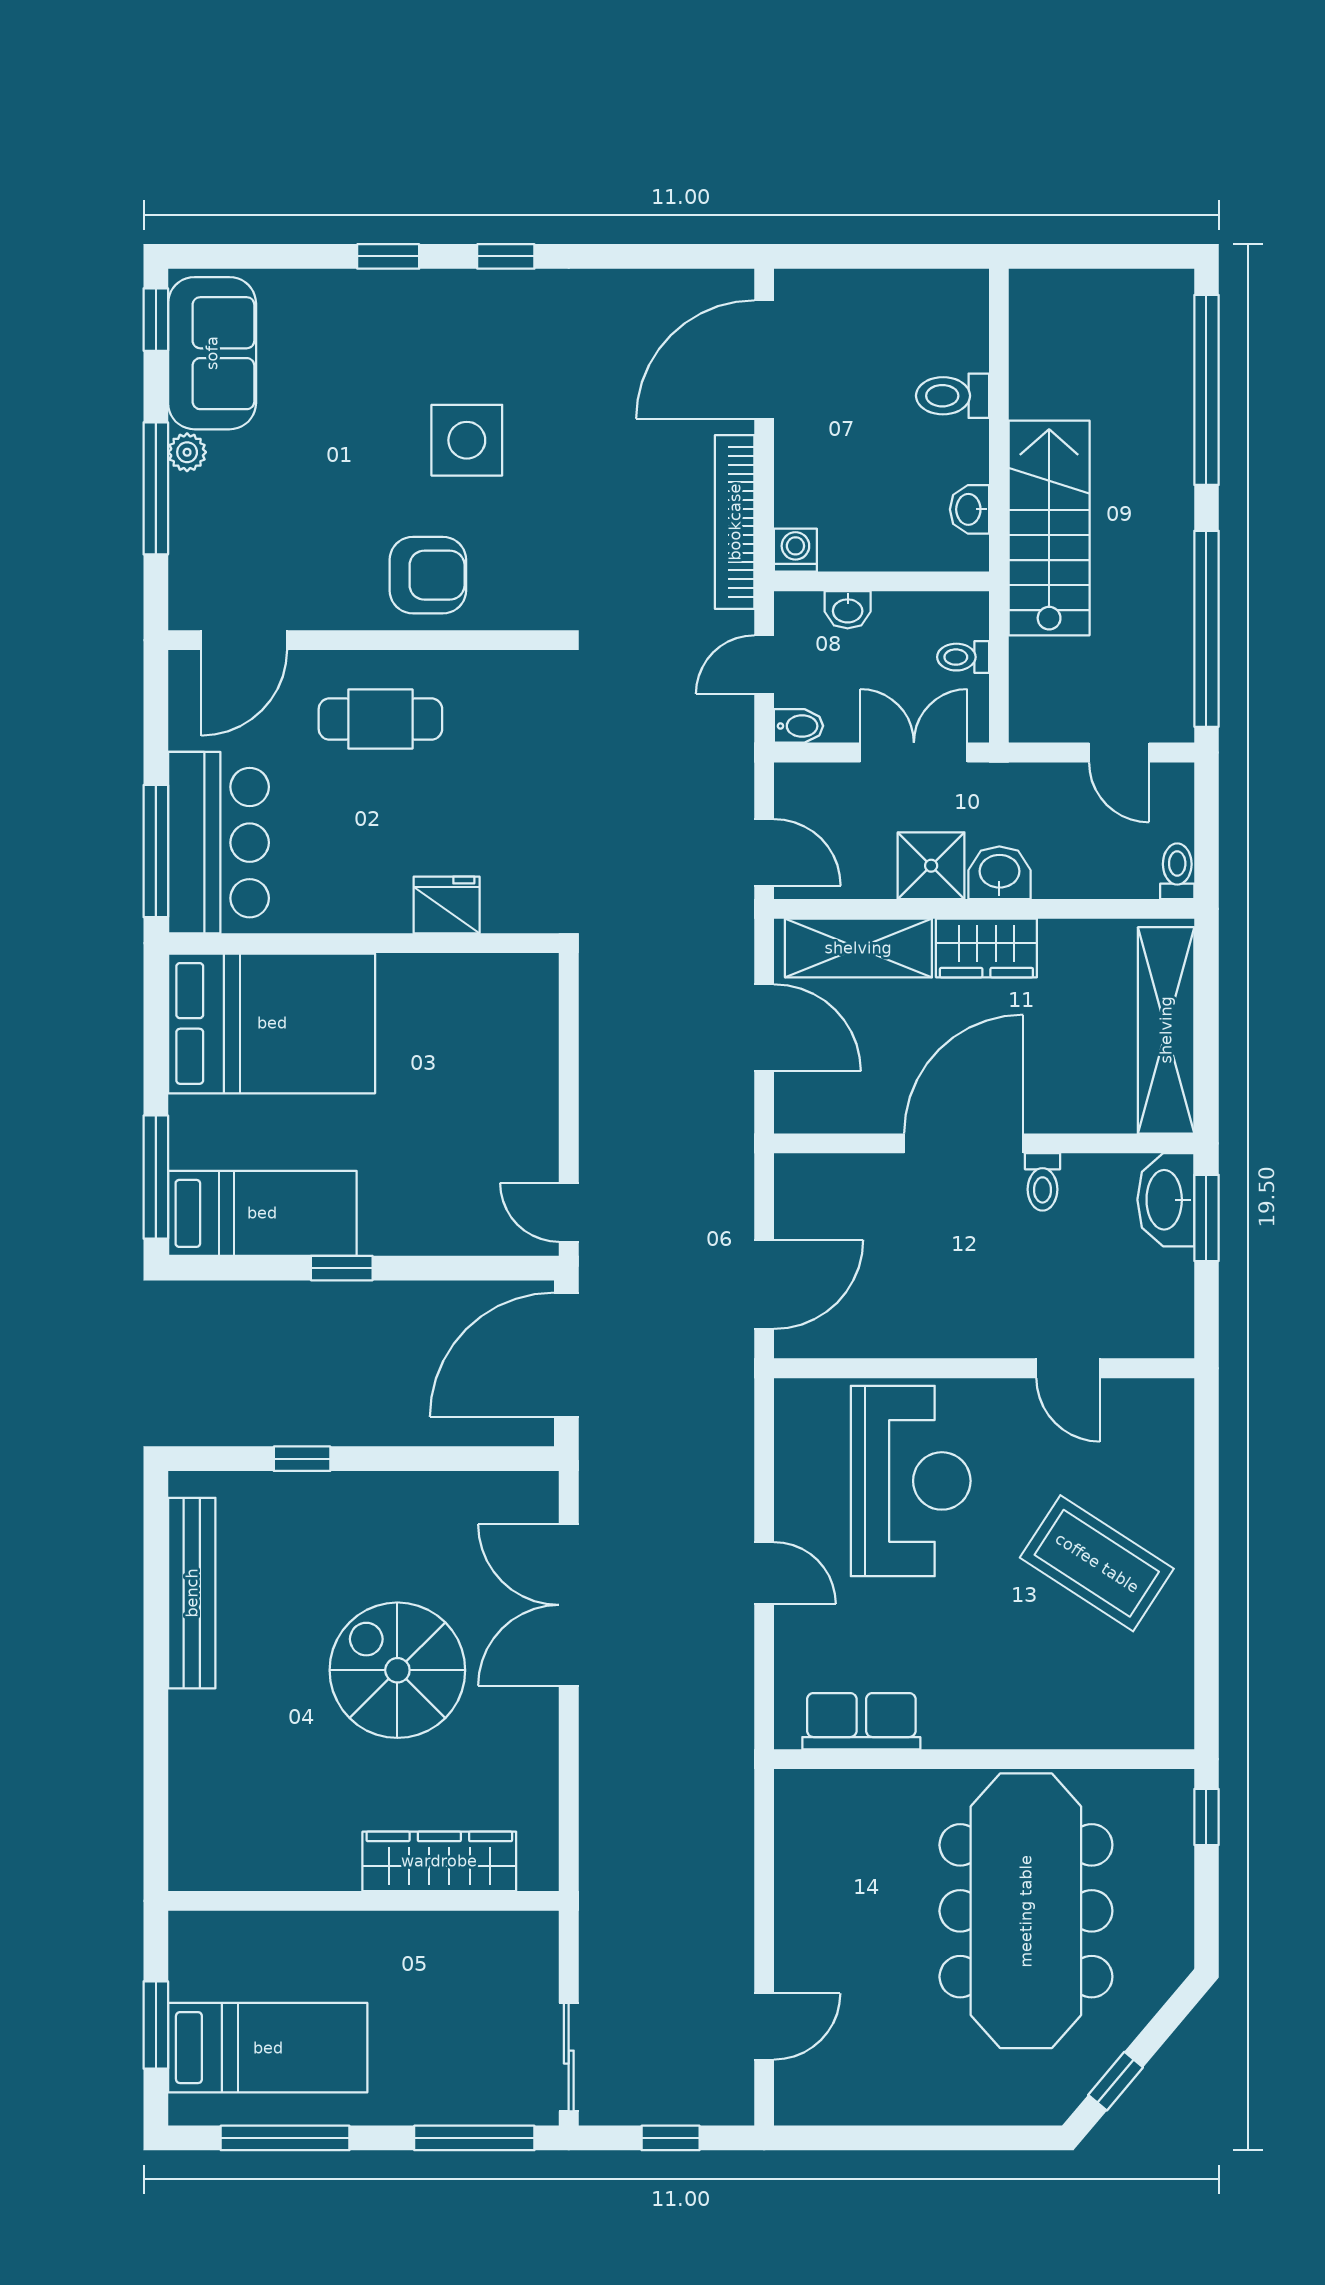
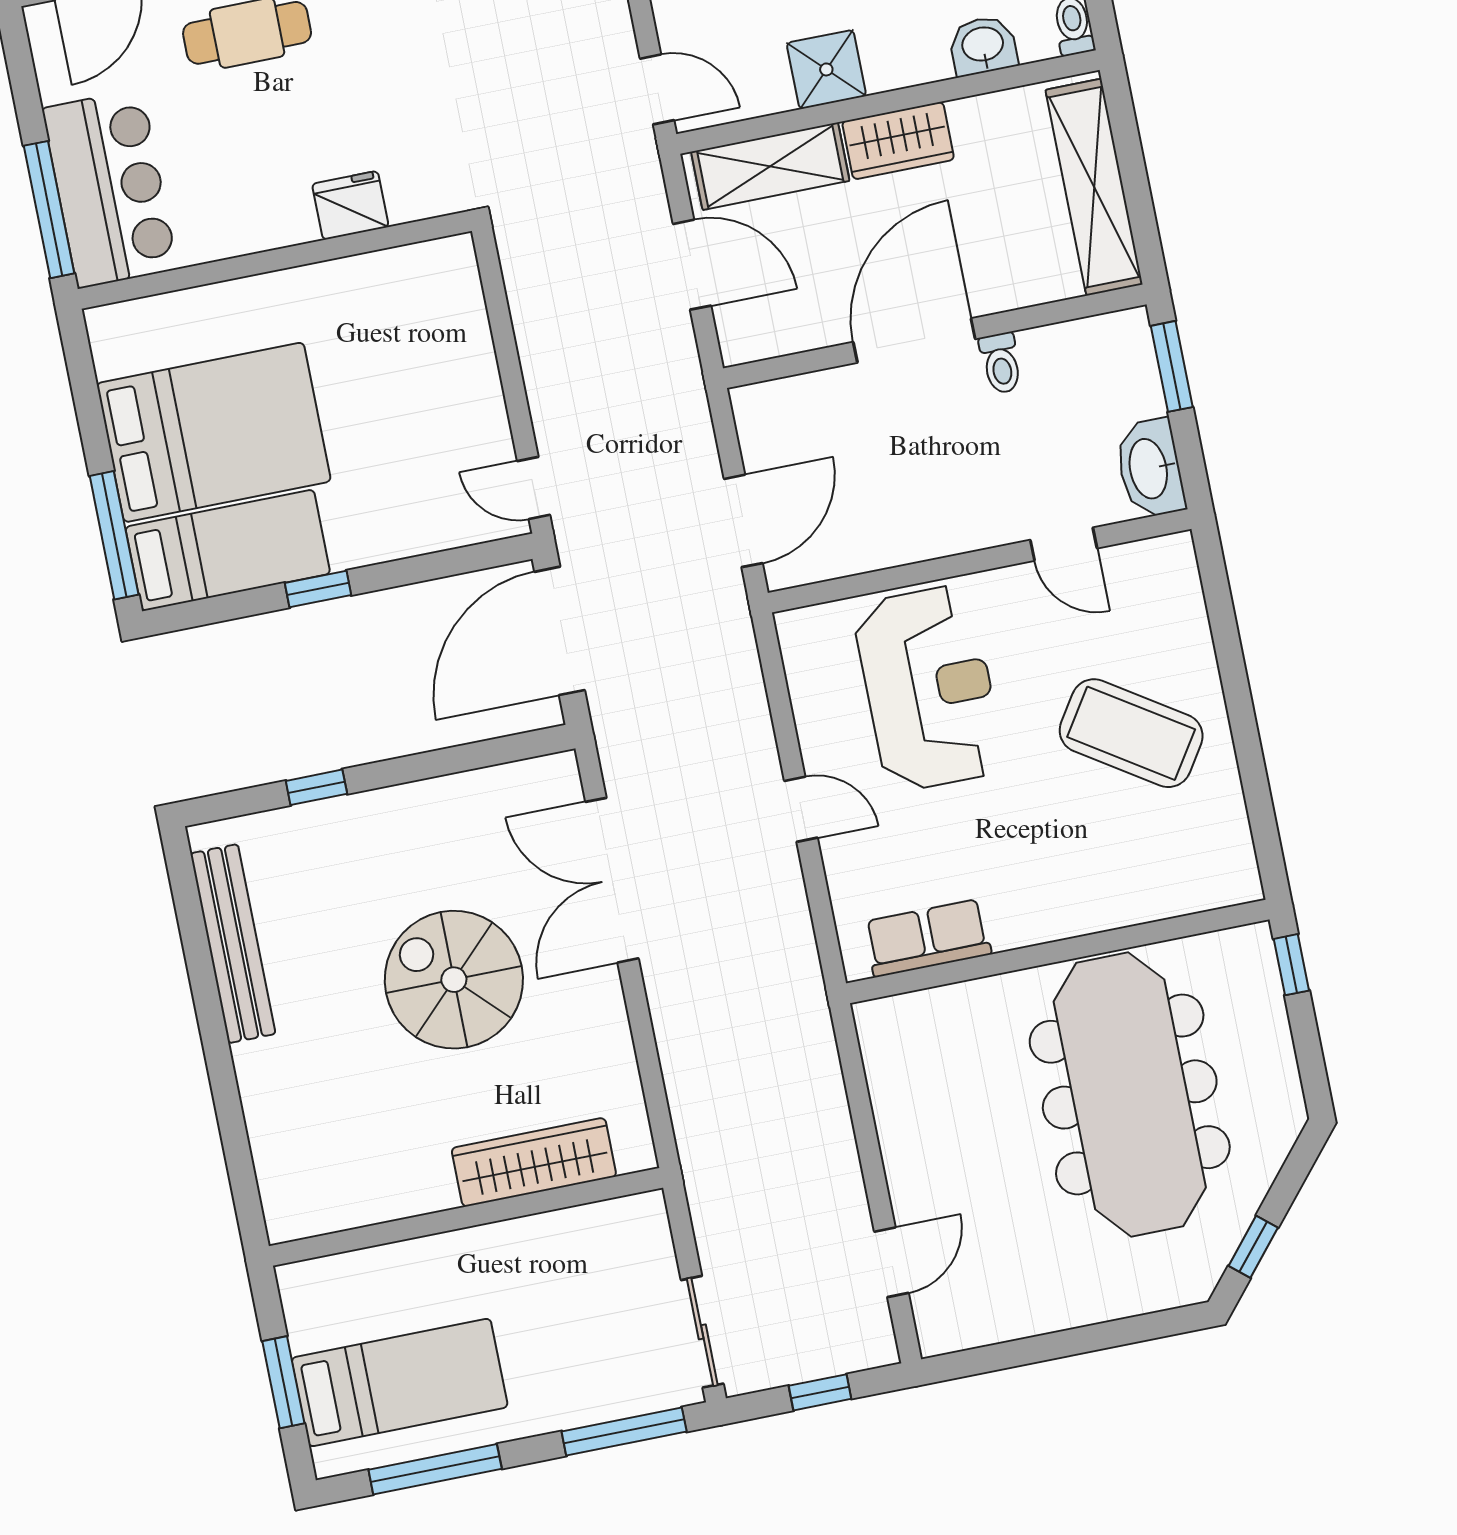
washbasin: (999, 873) -> (983, 46), moved
bed: (272, 1023) -> (214, 432), moved
washbasin: (1166, 1200) -> (1150, 468), moved

